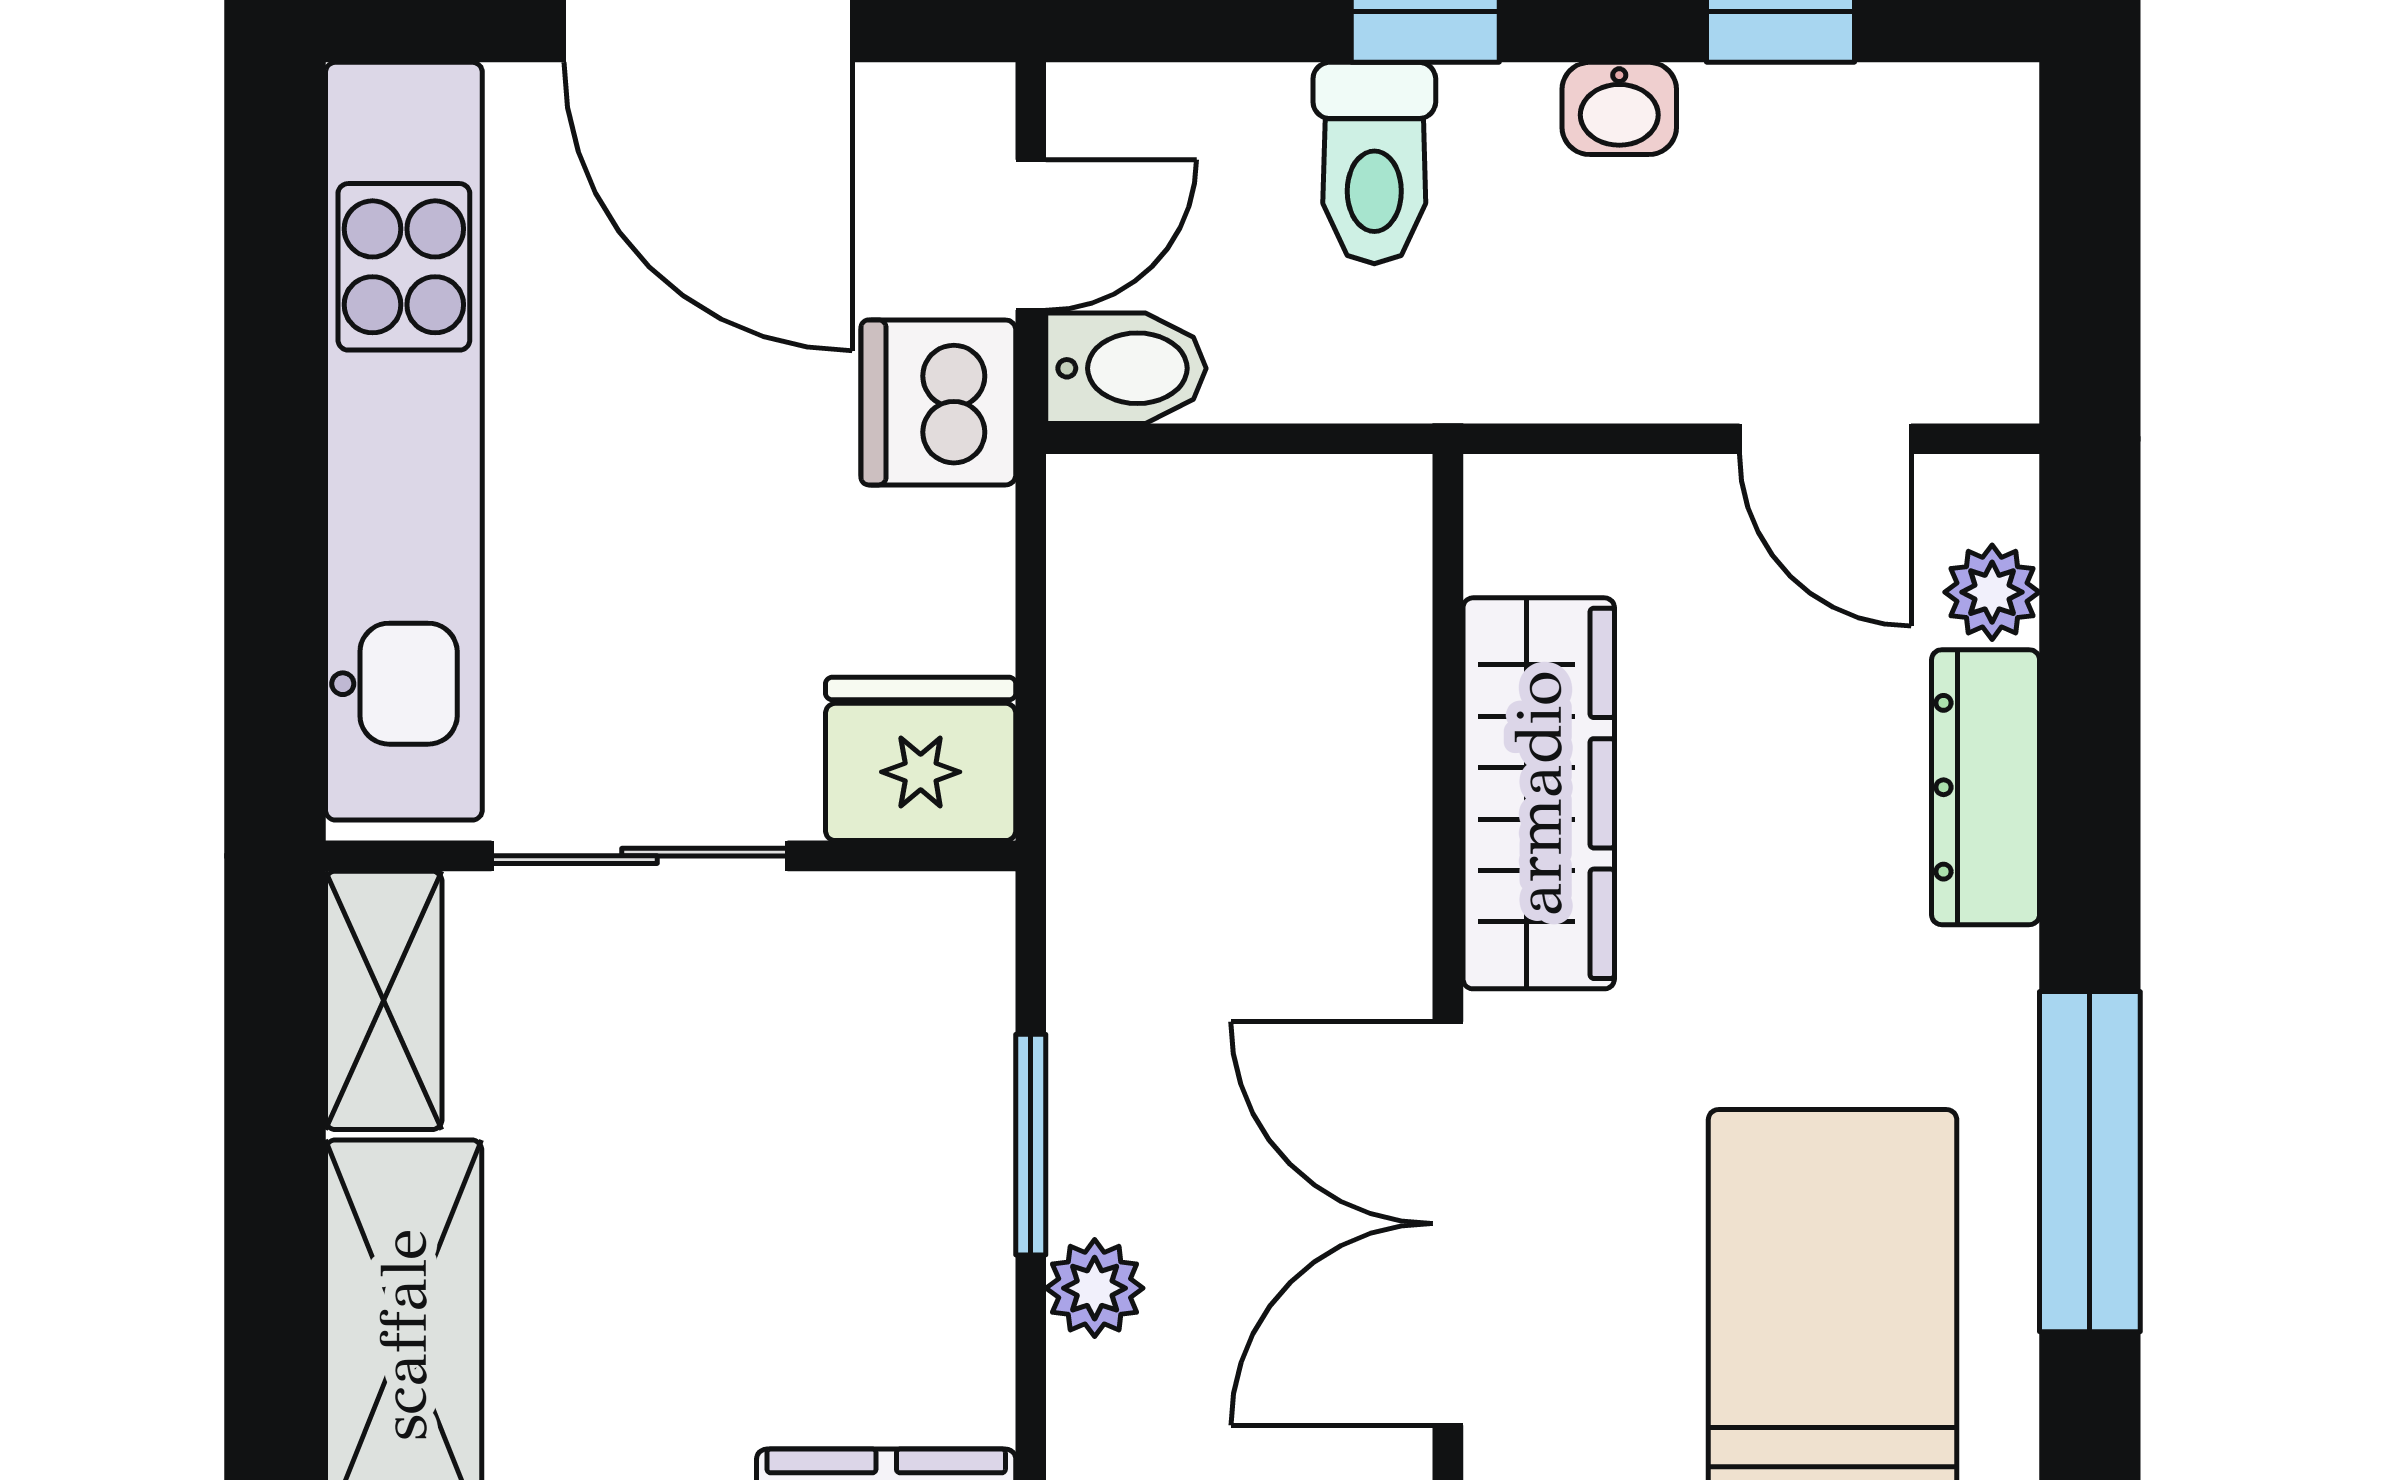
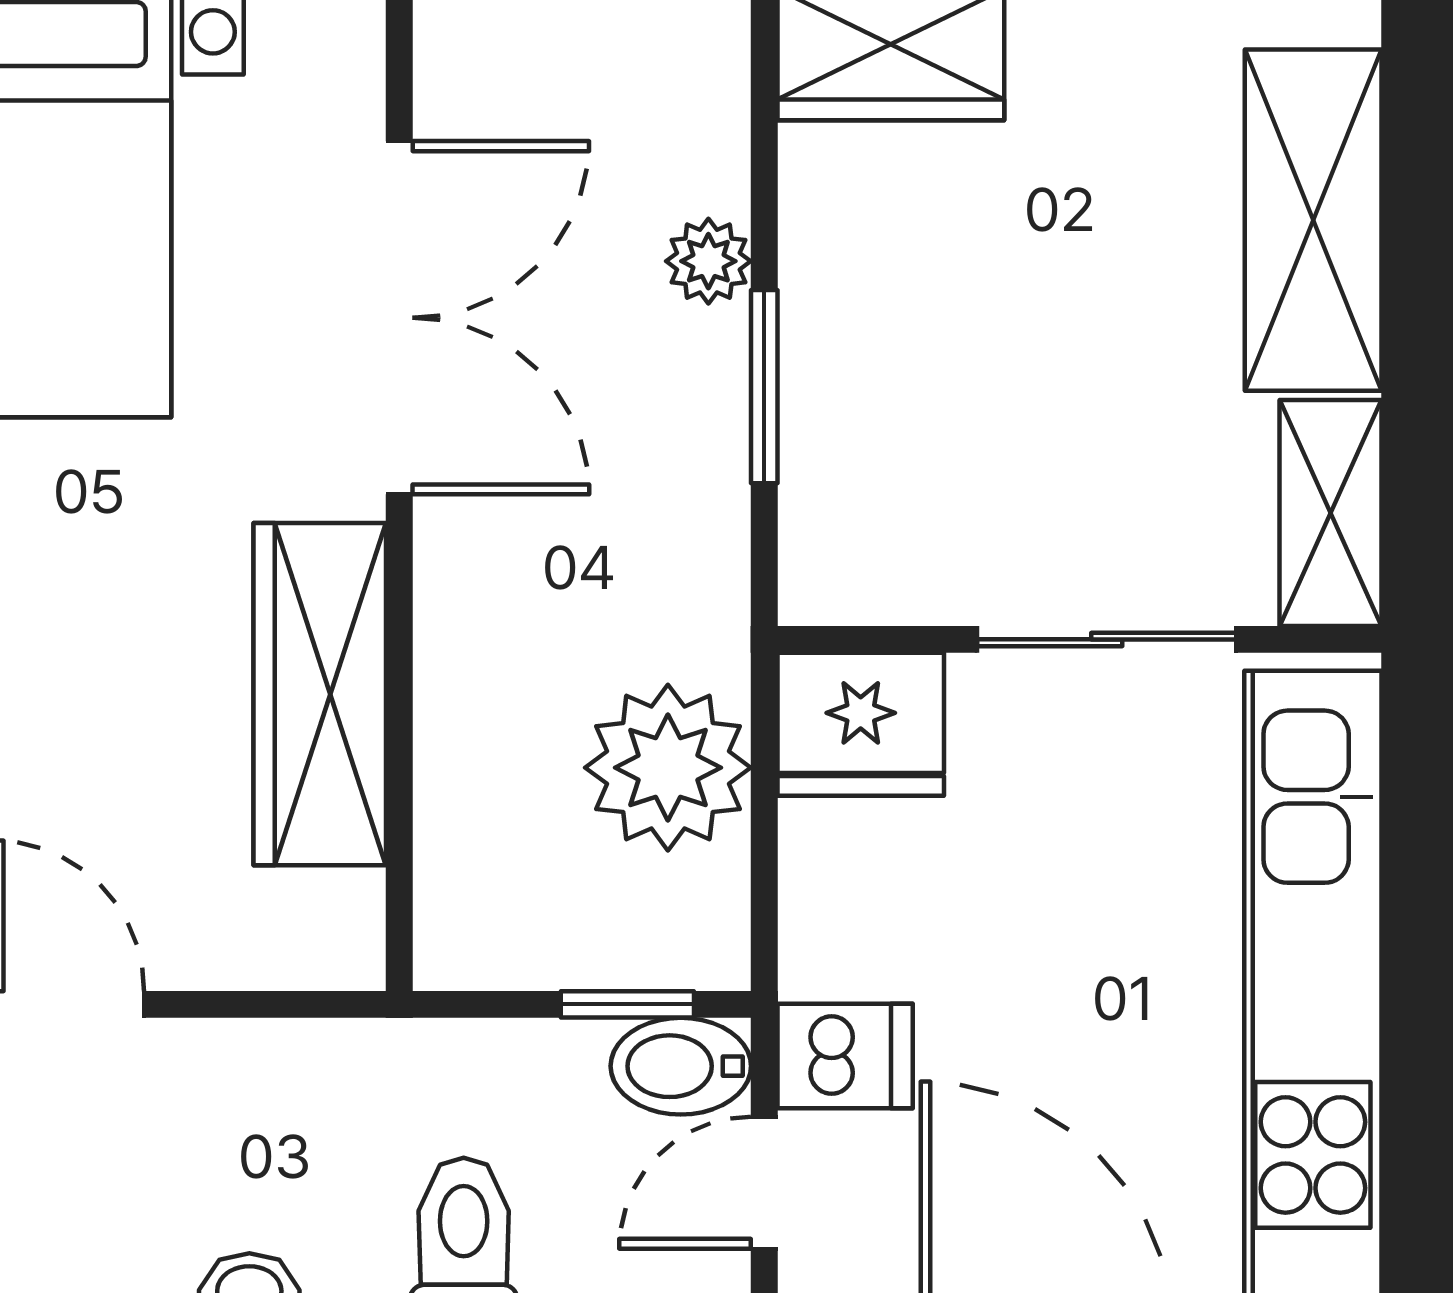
dishwasher: (938, 402) -> (845, 1056), width x0.73
window: (1187, 439) -> (627, 1004), added
plant: (1141, 709) -> (668, 768), added

